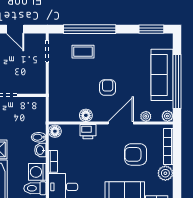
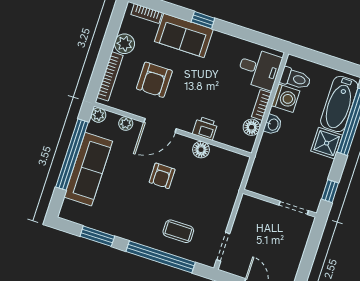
window: (151, 29) -> (97, 236), moved
floor lamp: (55, 131) -> (252, 127), moved
bidet: (39, 137) -> (270, 141), removed
armchair: (136, 154) -> (154, 80), turned 90

